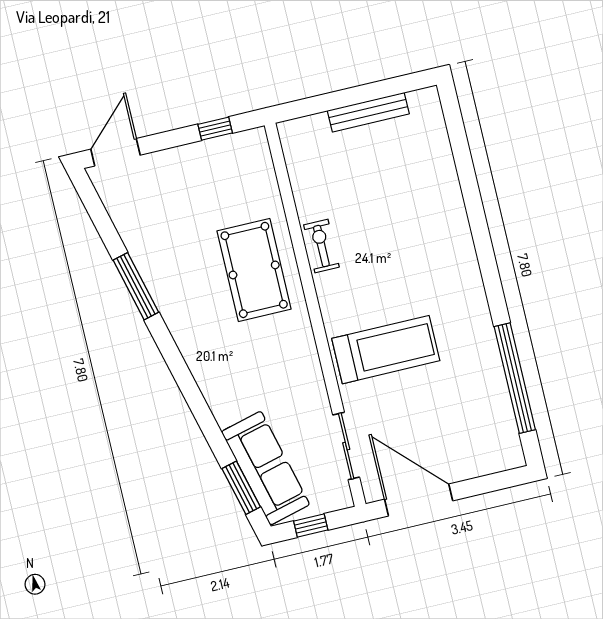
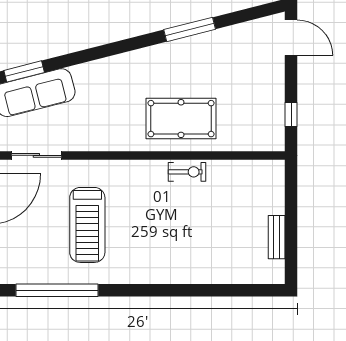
bench: (368, 112) -> (277, 237), width x0.73
treadmill: (386, 350) -> (87, 225), moved

